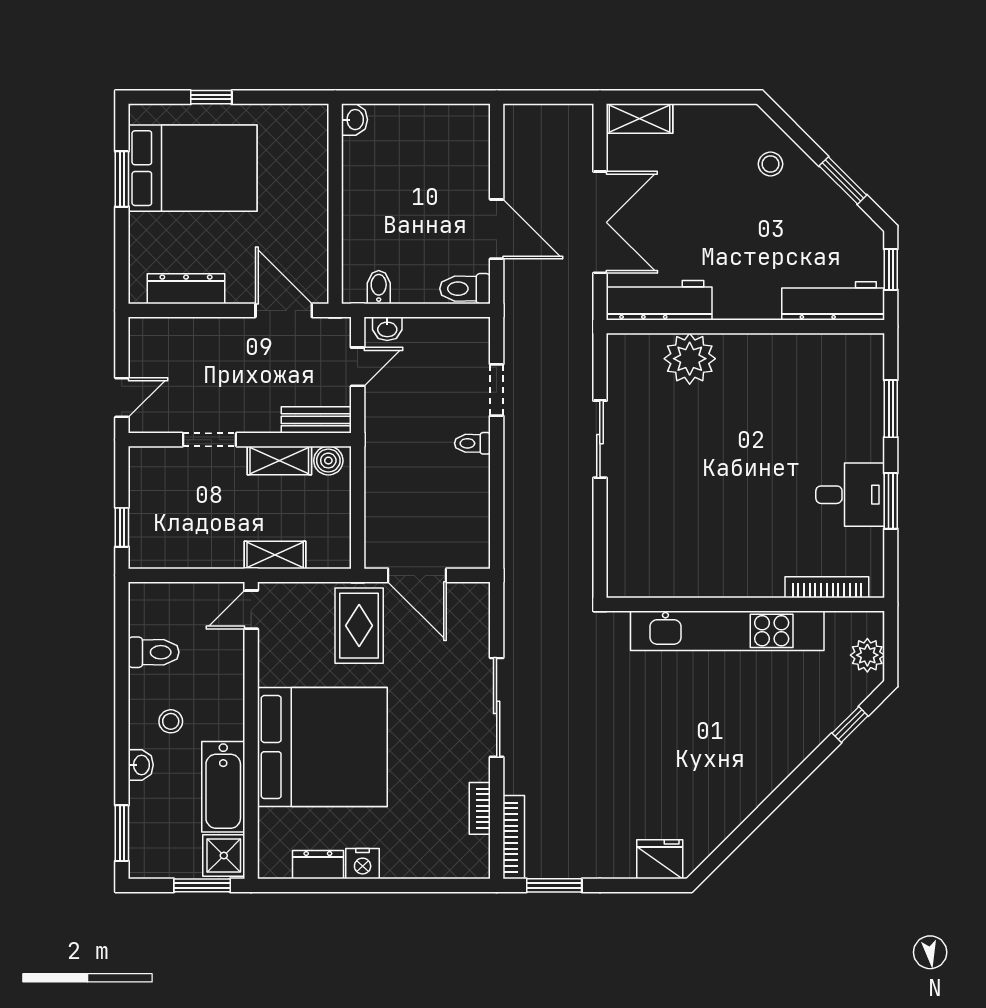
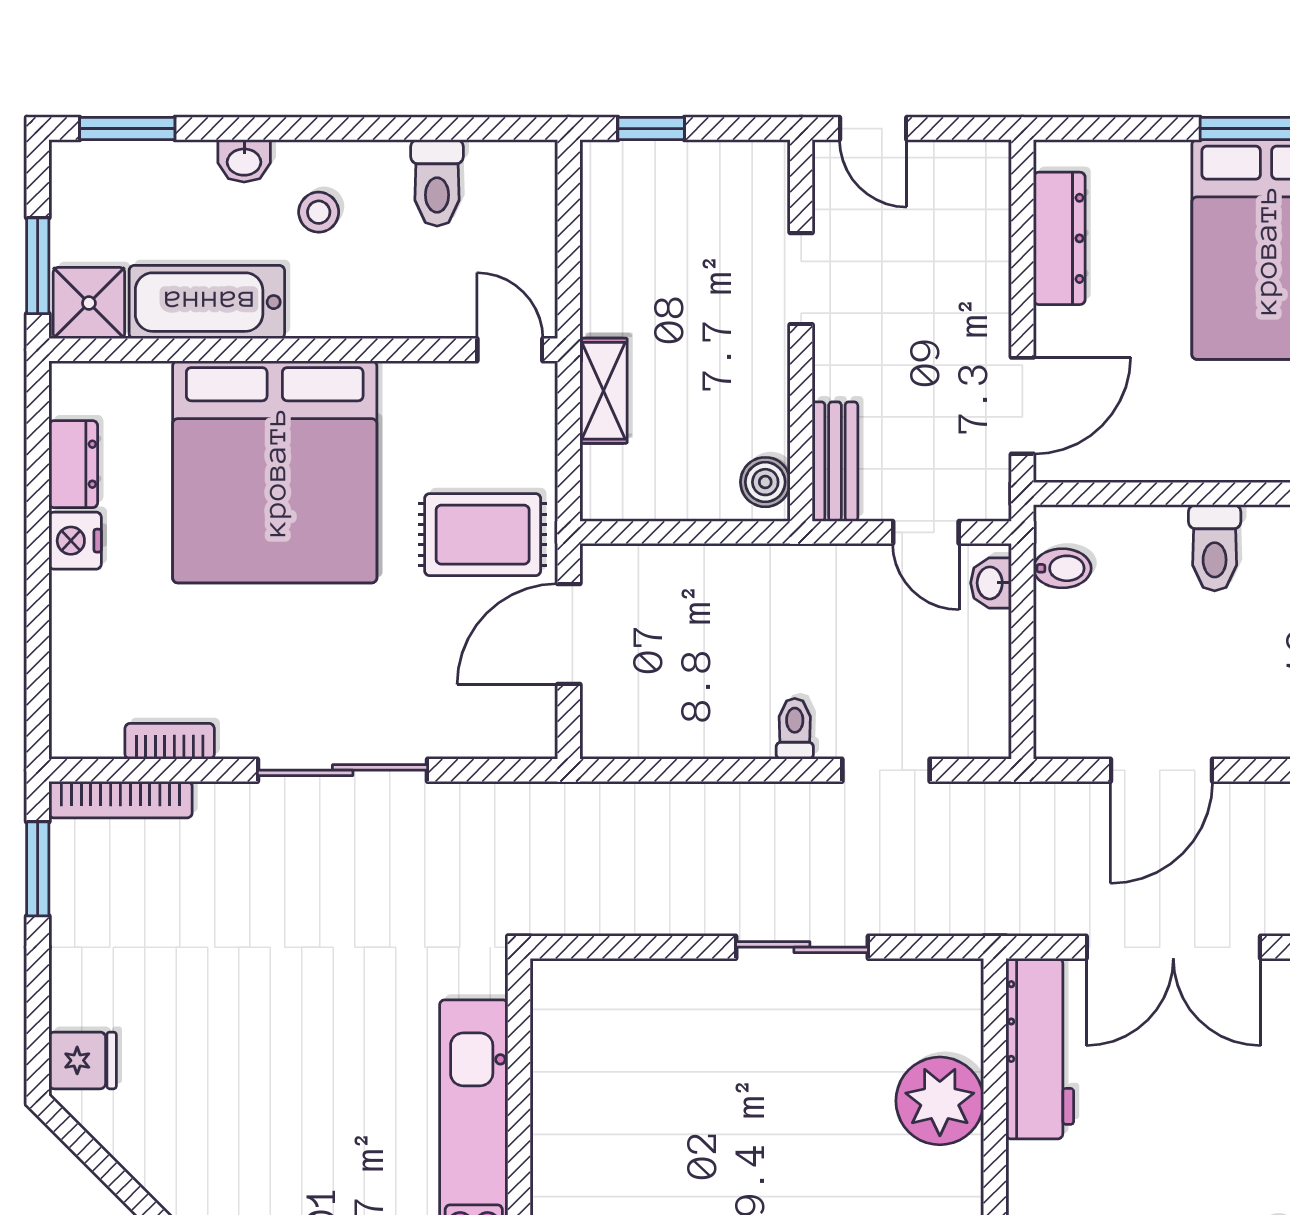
toilet: (465, 289) -> (1215, 548), moved, turned 180
shelving: (279, 460) -> (765, 398), removed
fridge: (660, 859) -> (83, 1060), width x0.72

